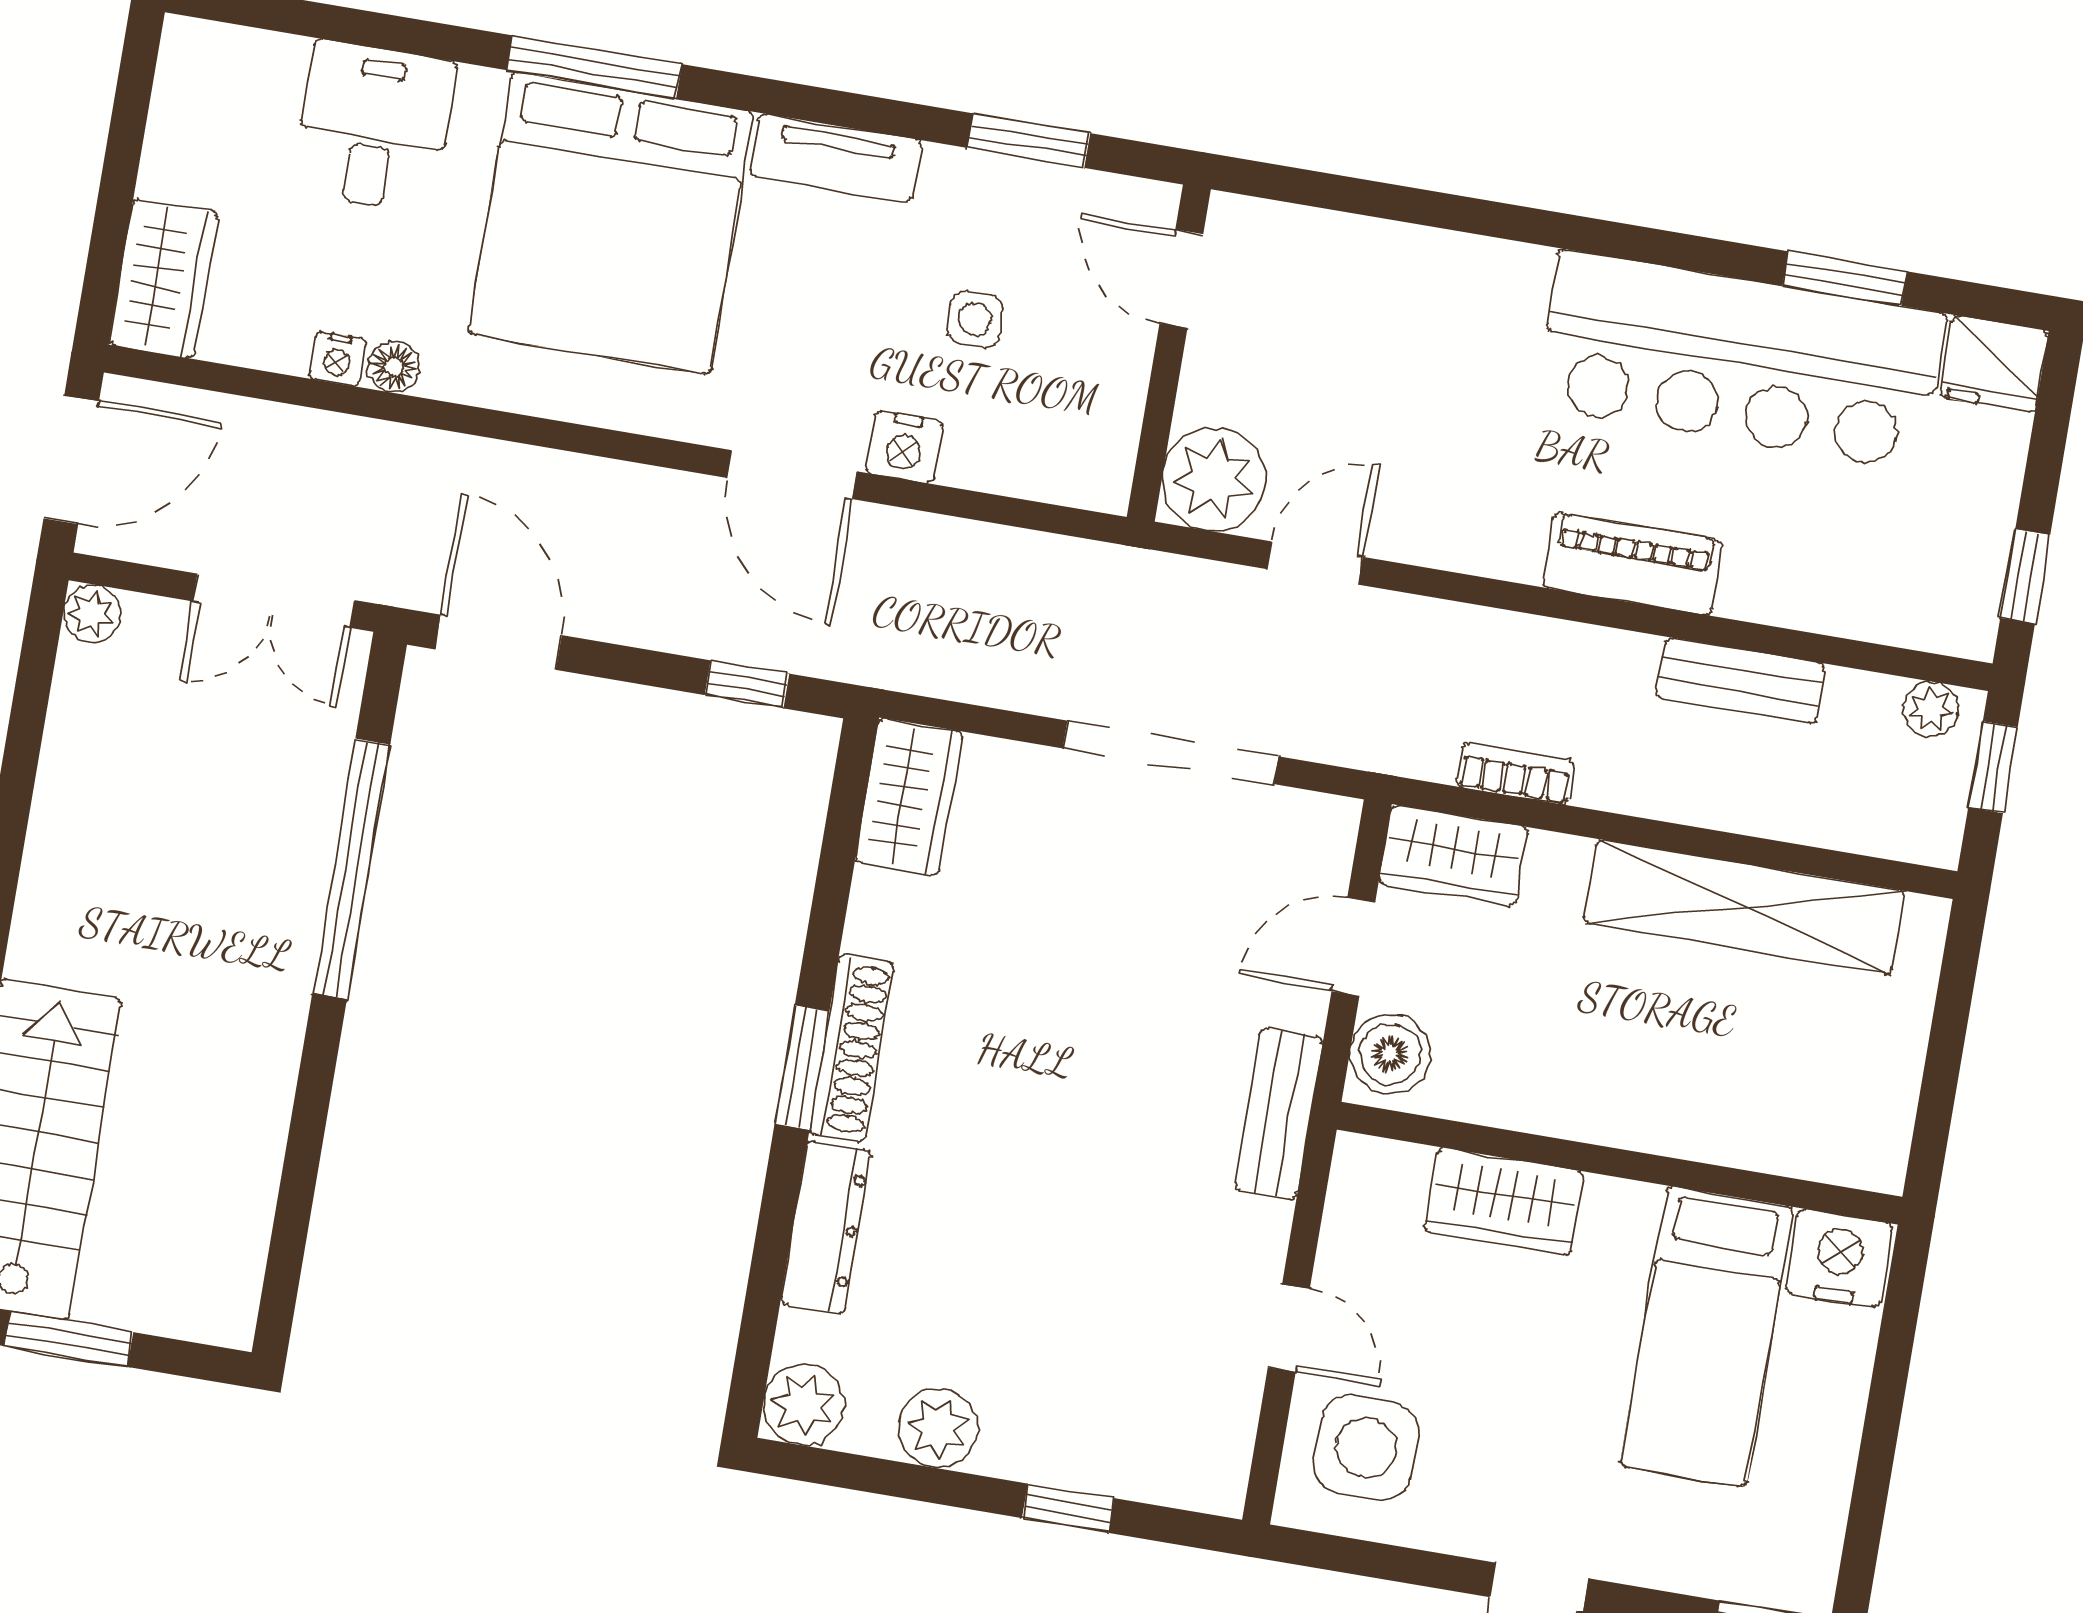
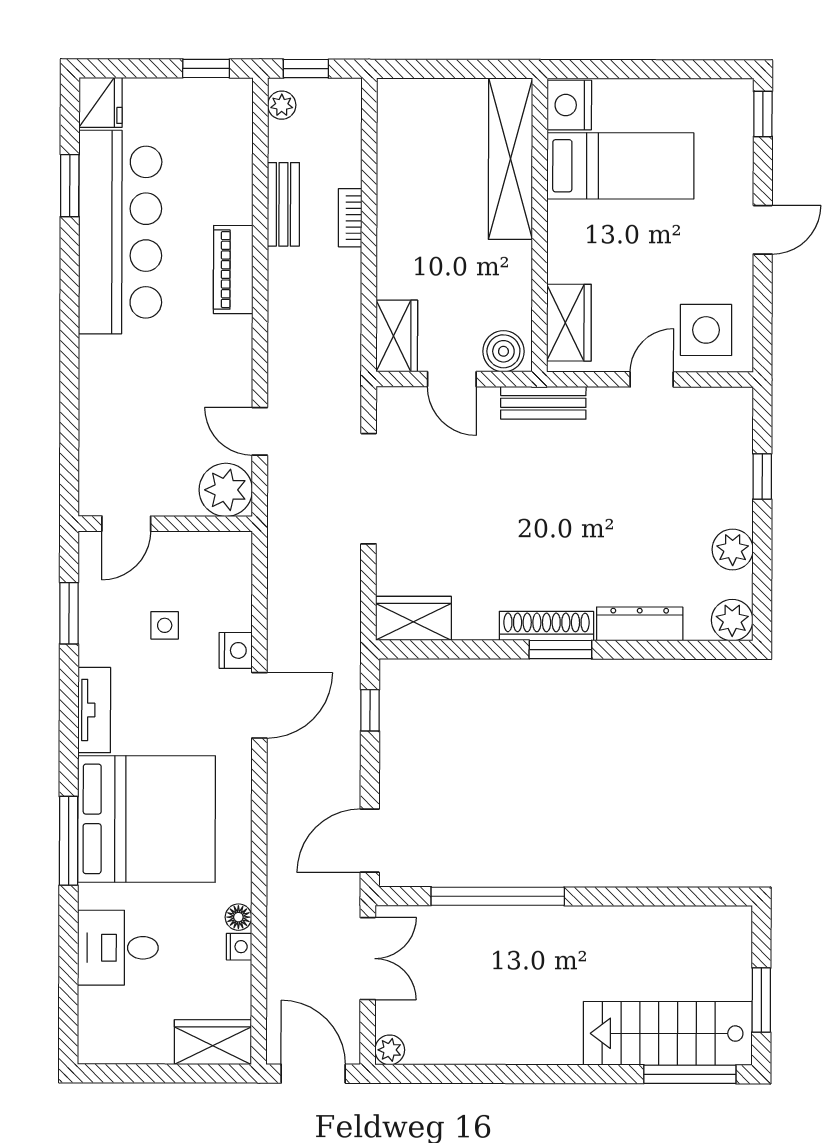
bookcase: (1515, 774) -> (350, 218), moved
shelving: (1745, 907) -> (510, 159), moved
wardrobe: (1504, 1202) -> (569, 323), moved

